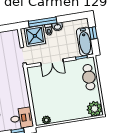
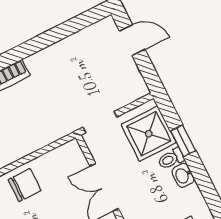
window: (43, 22) -> (183, 141), width x0.46
chair: (40, 96) -> (25, 185), added

